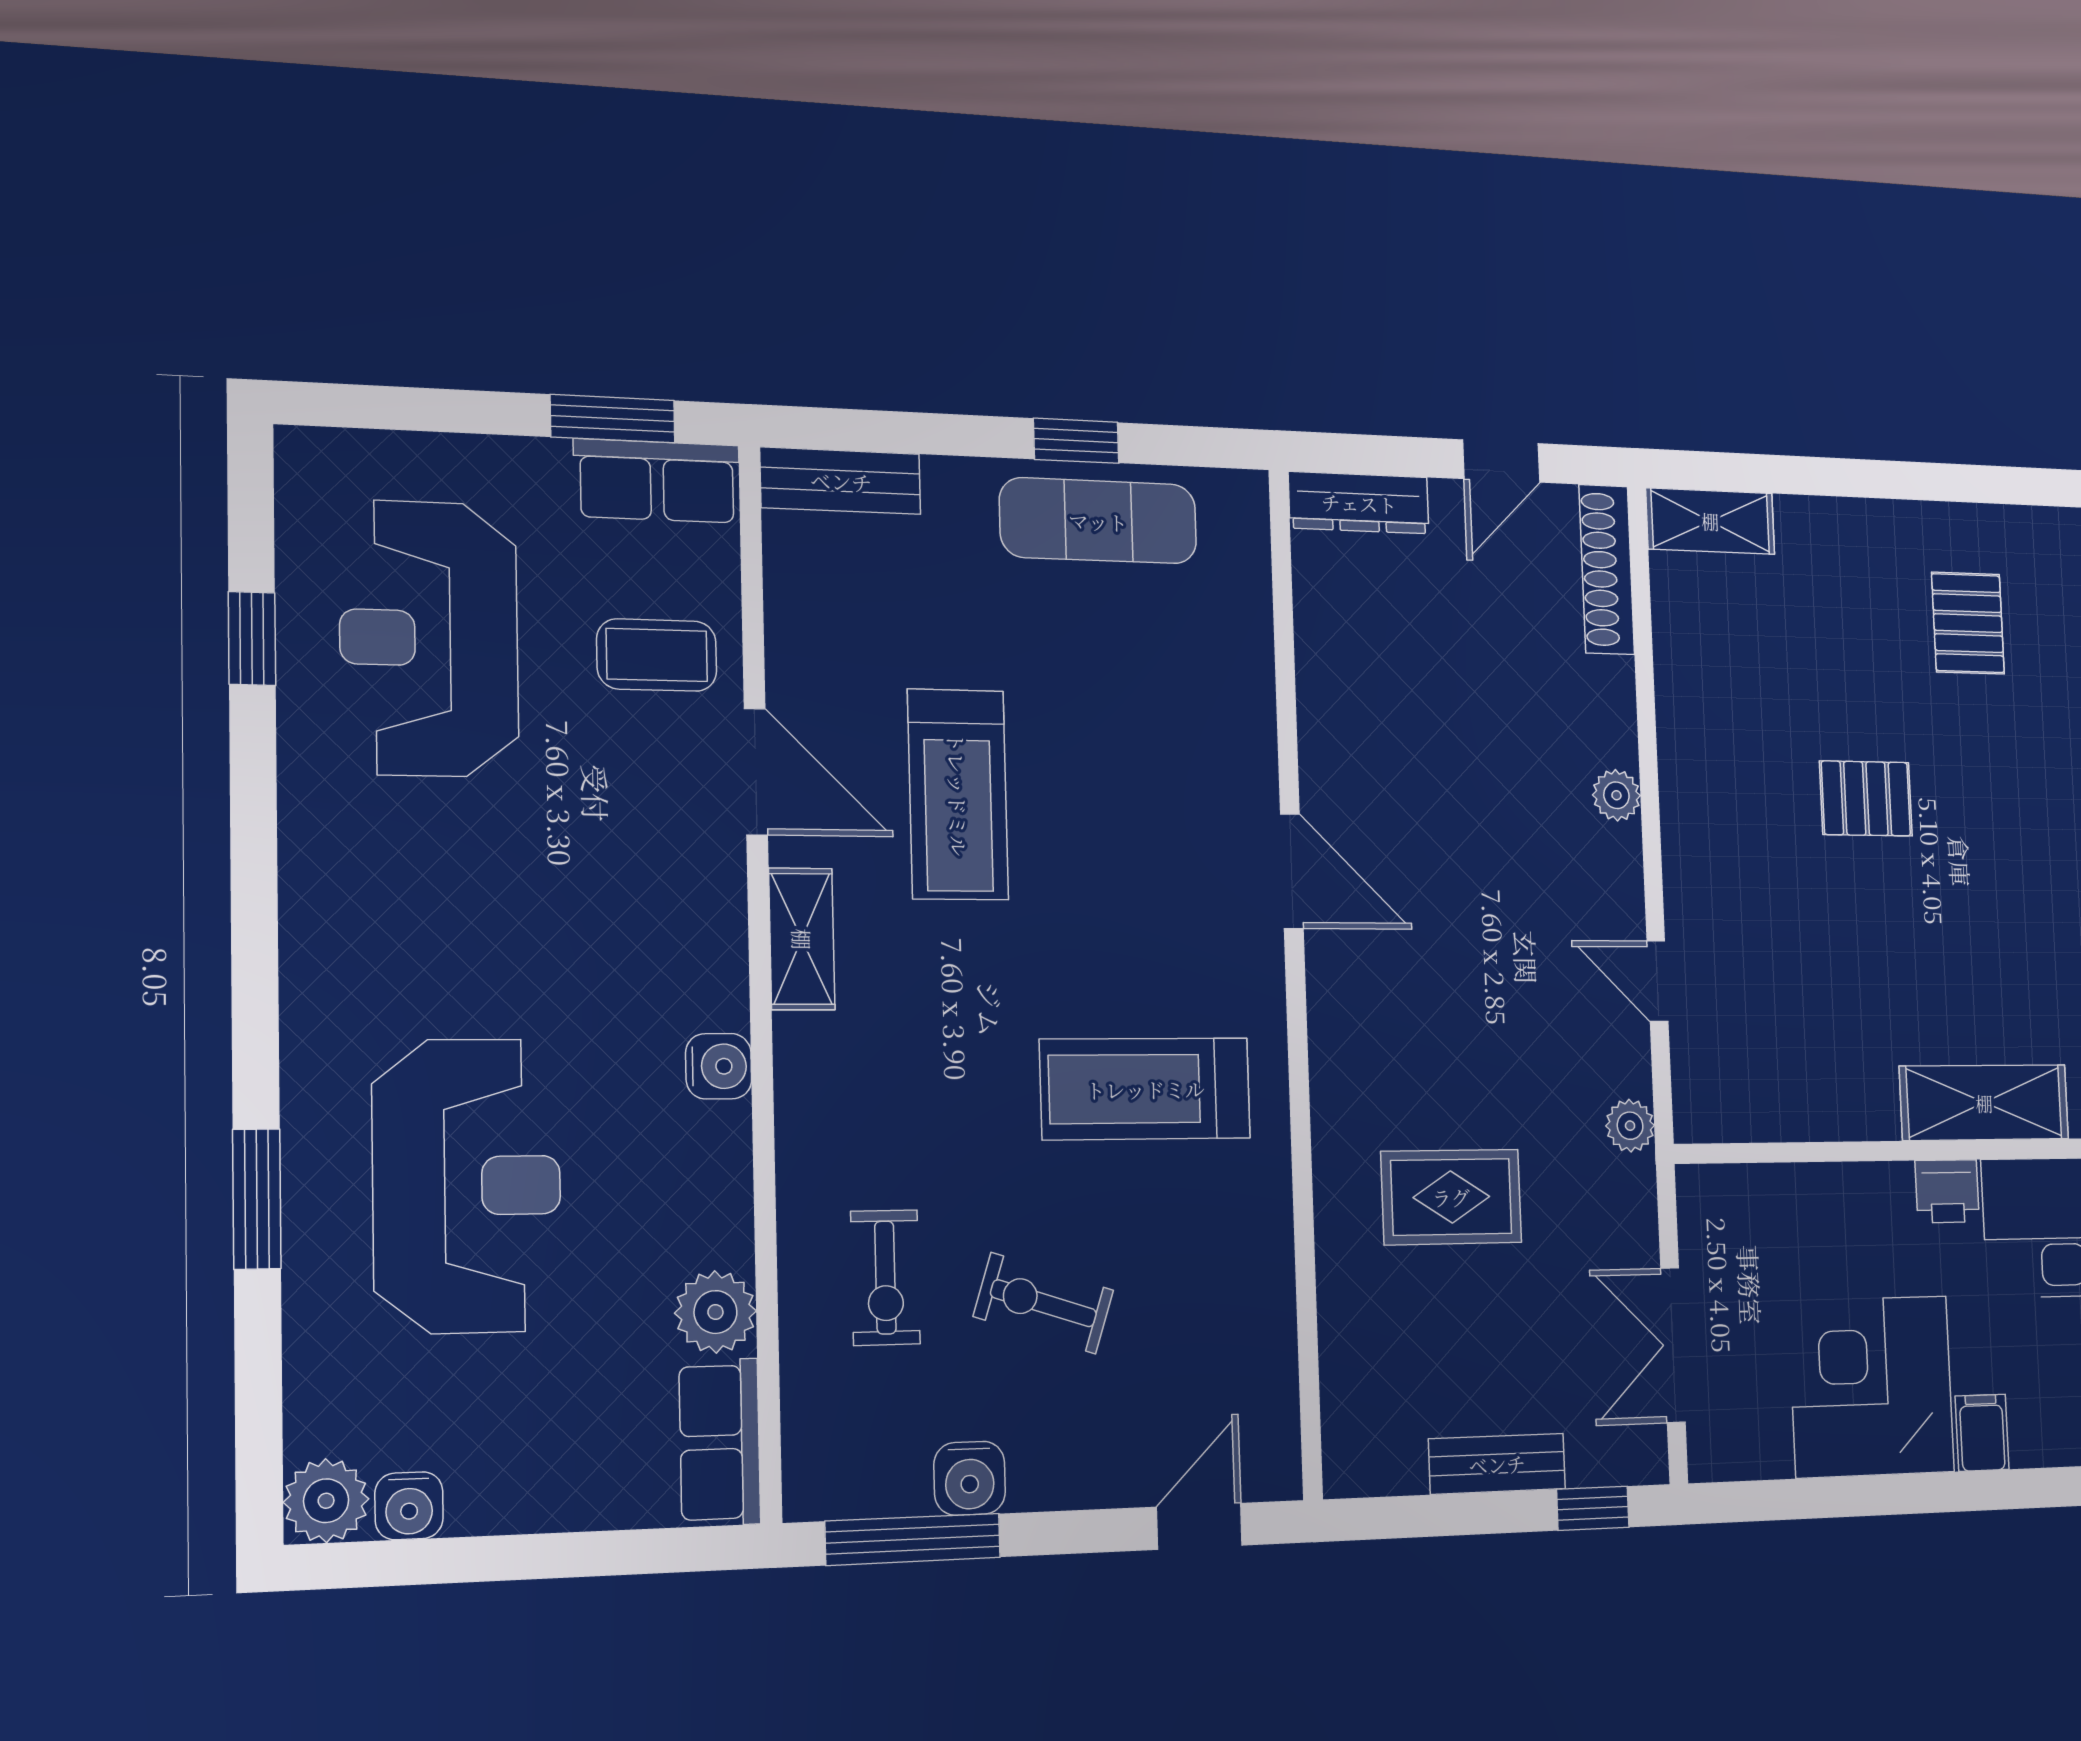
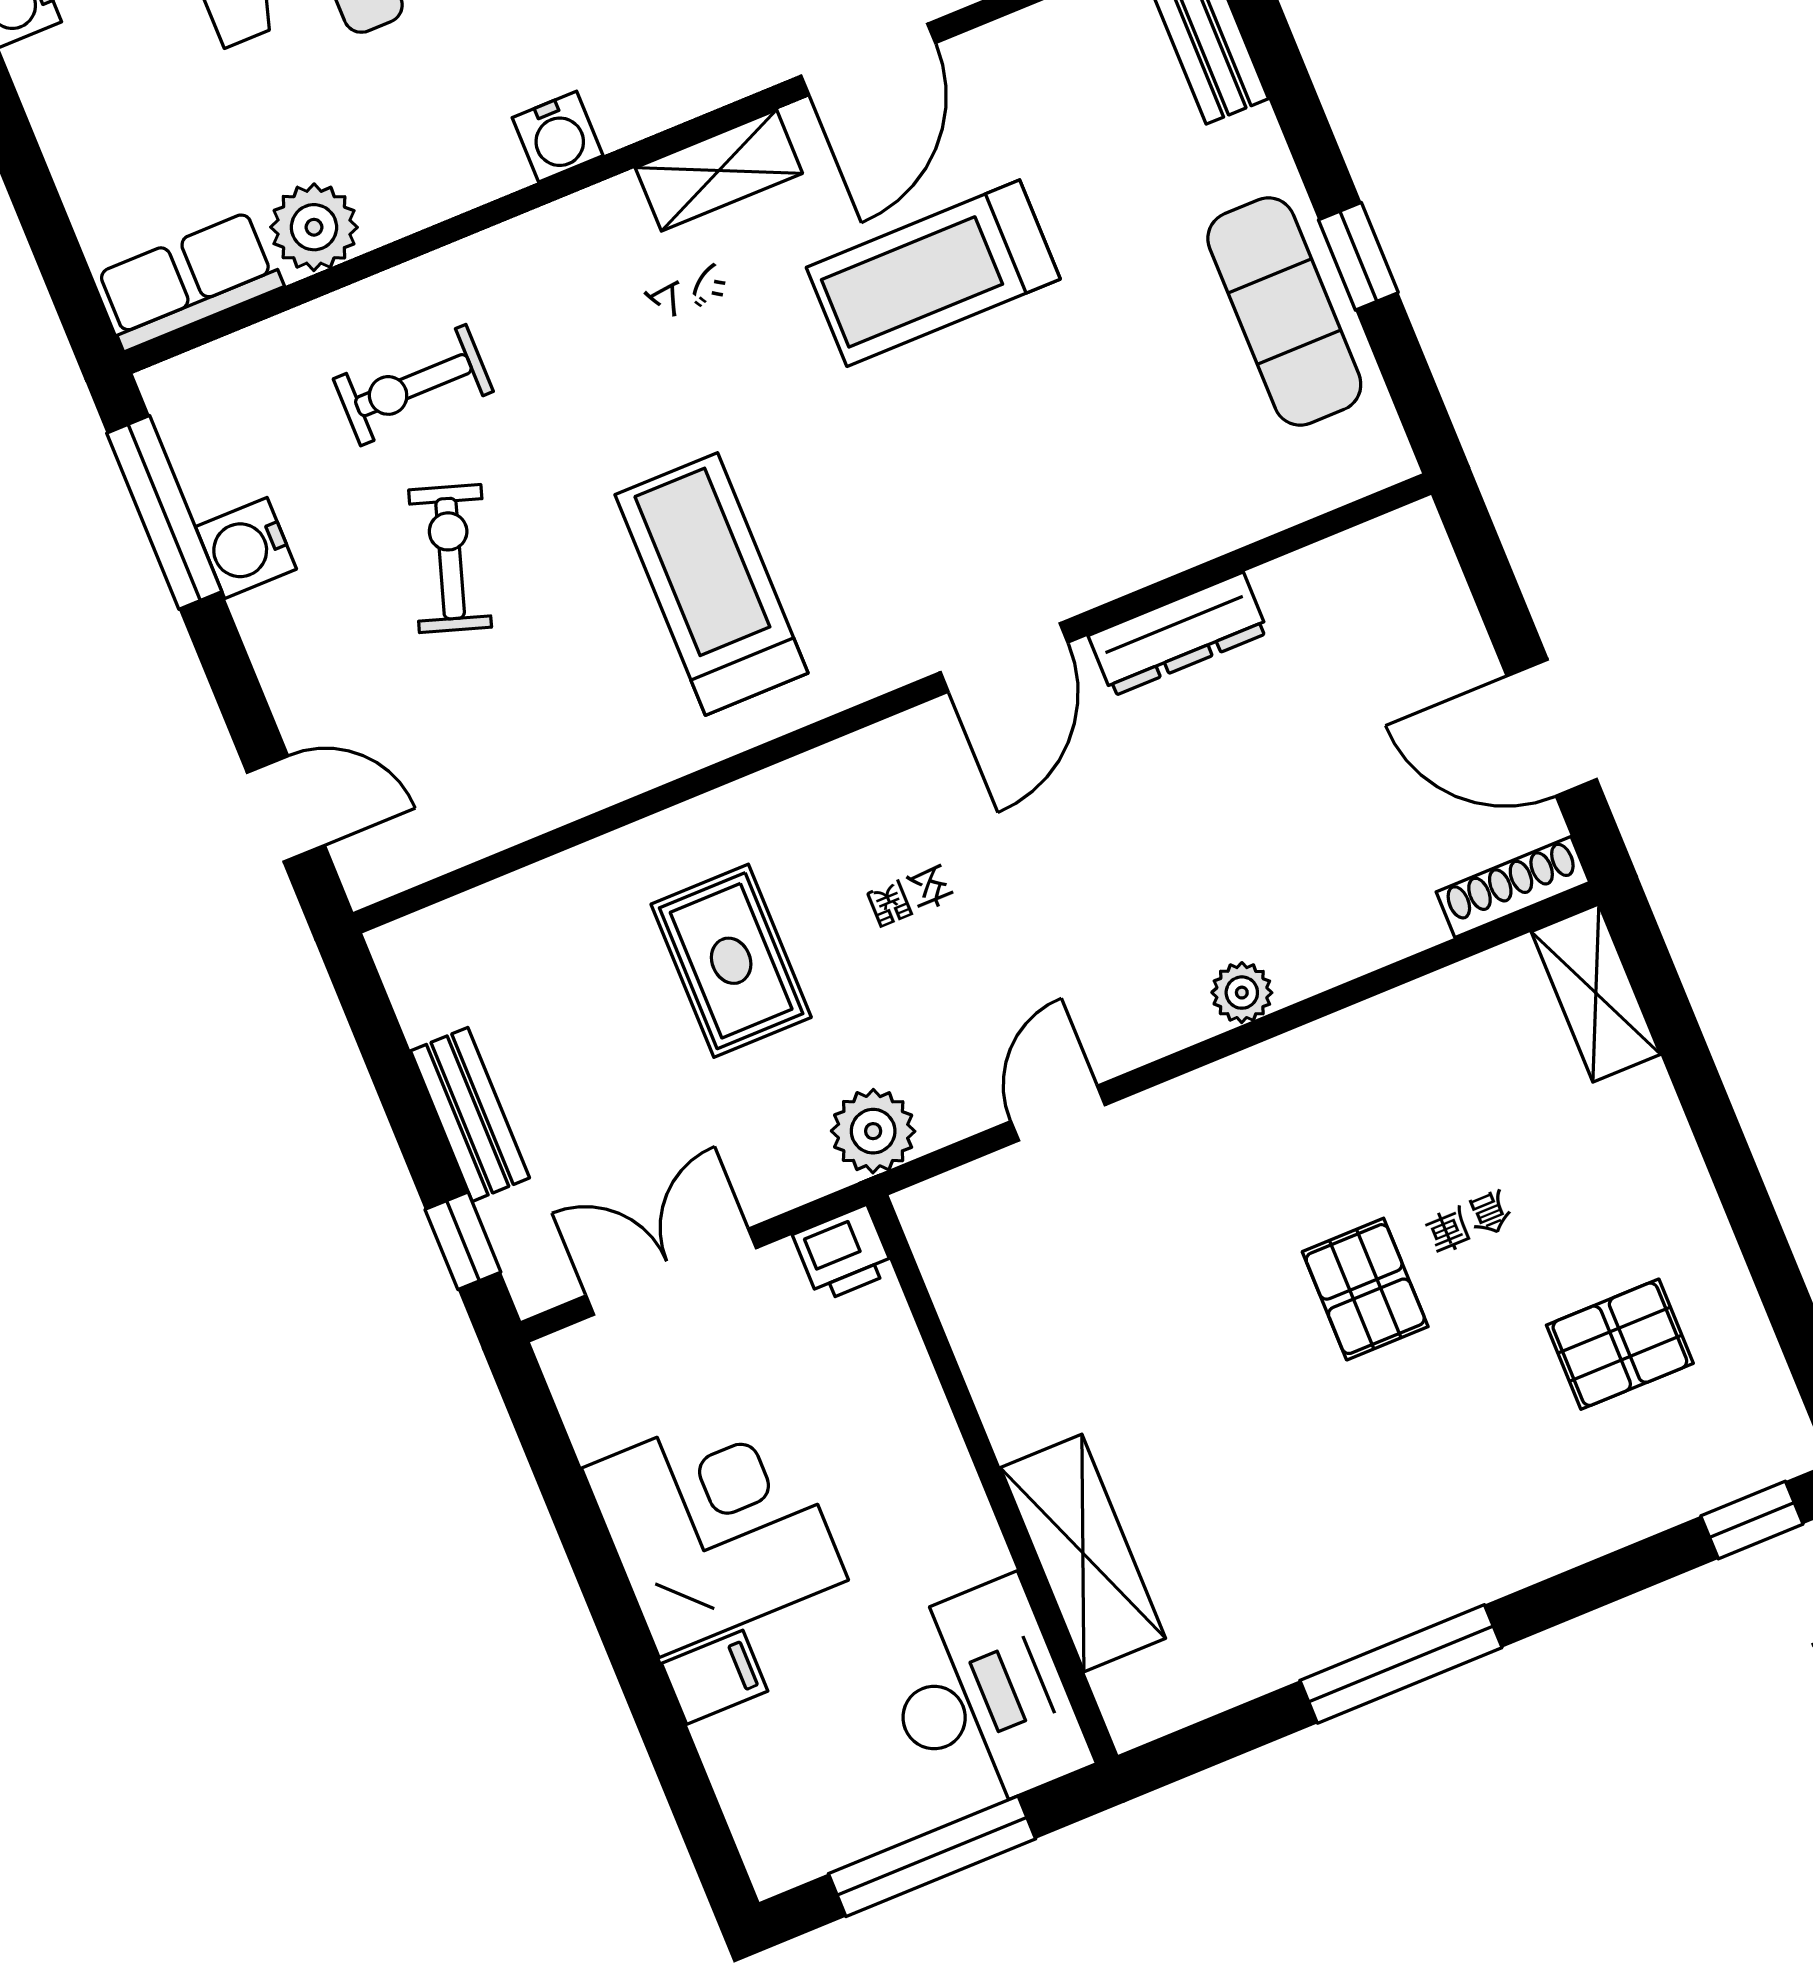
door: (1501, 461) -> (1552, 728), width x1.38
dresser: (1359, 503) -> (1178, 634), moved, turned -90
shoe rack: (1607, 570) -> (1513, 887), width x0.74, depth x0.81
plant: (1630, 1126) -> (873, 1131), width x1.38, depth x1.38
printer: (1947, 1191) -> (844, 1253), moved, turned -90

